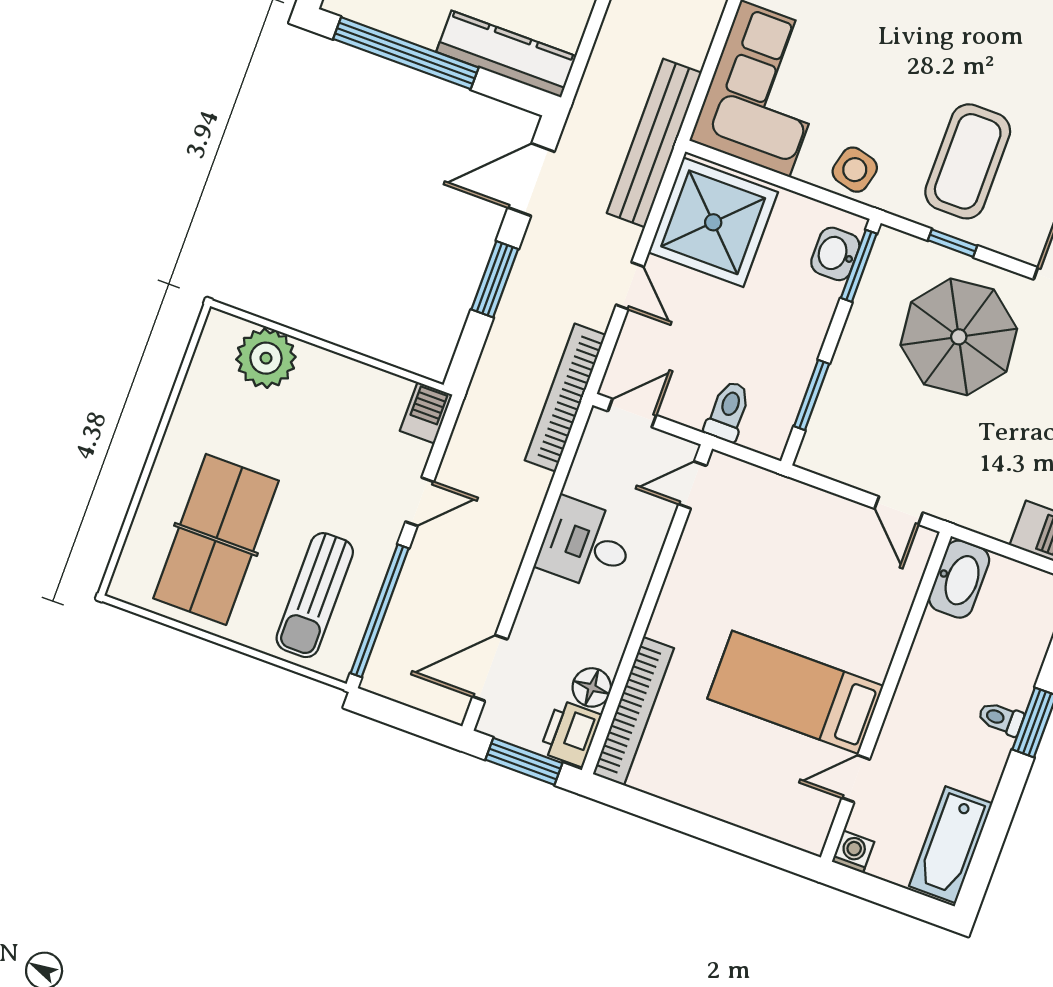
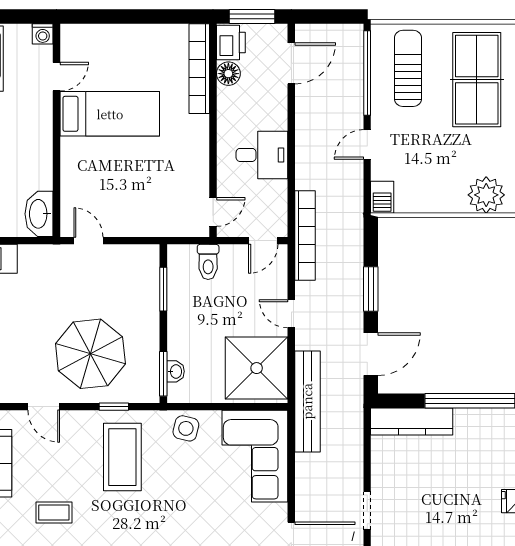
washbasin: (835, 254) -> (175, 371), width x0.72, depth x0.69

